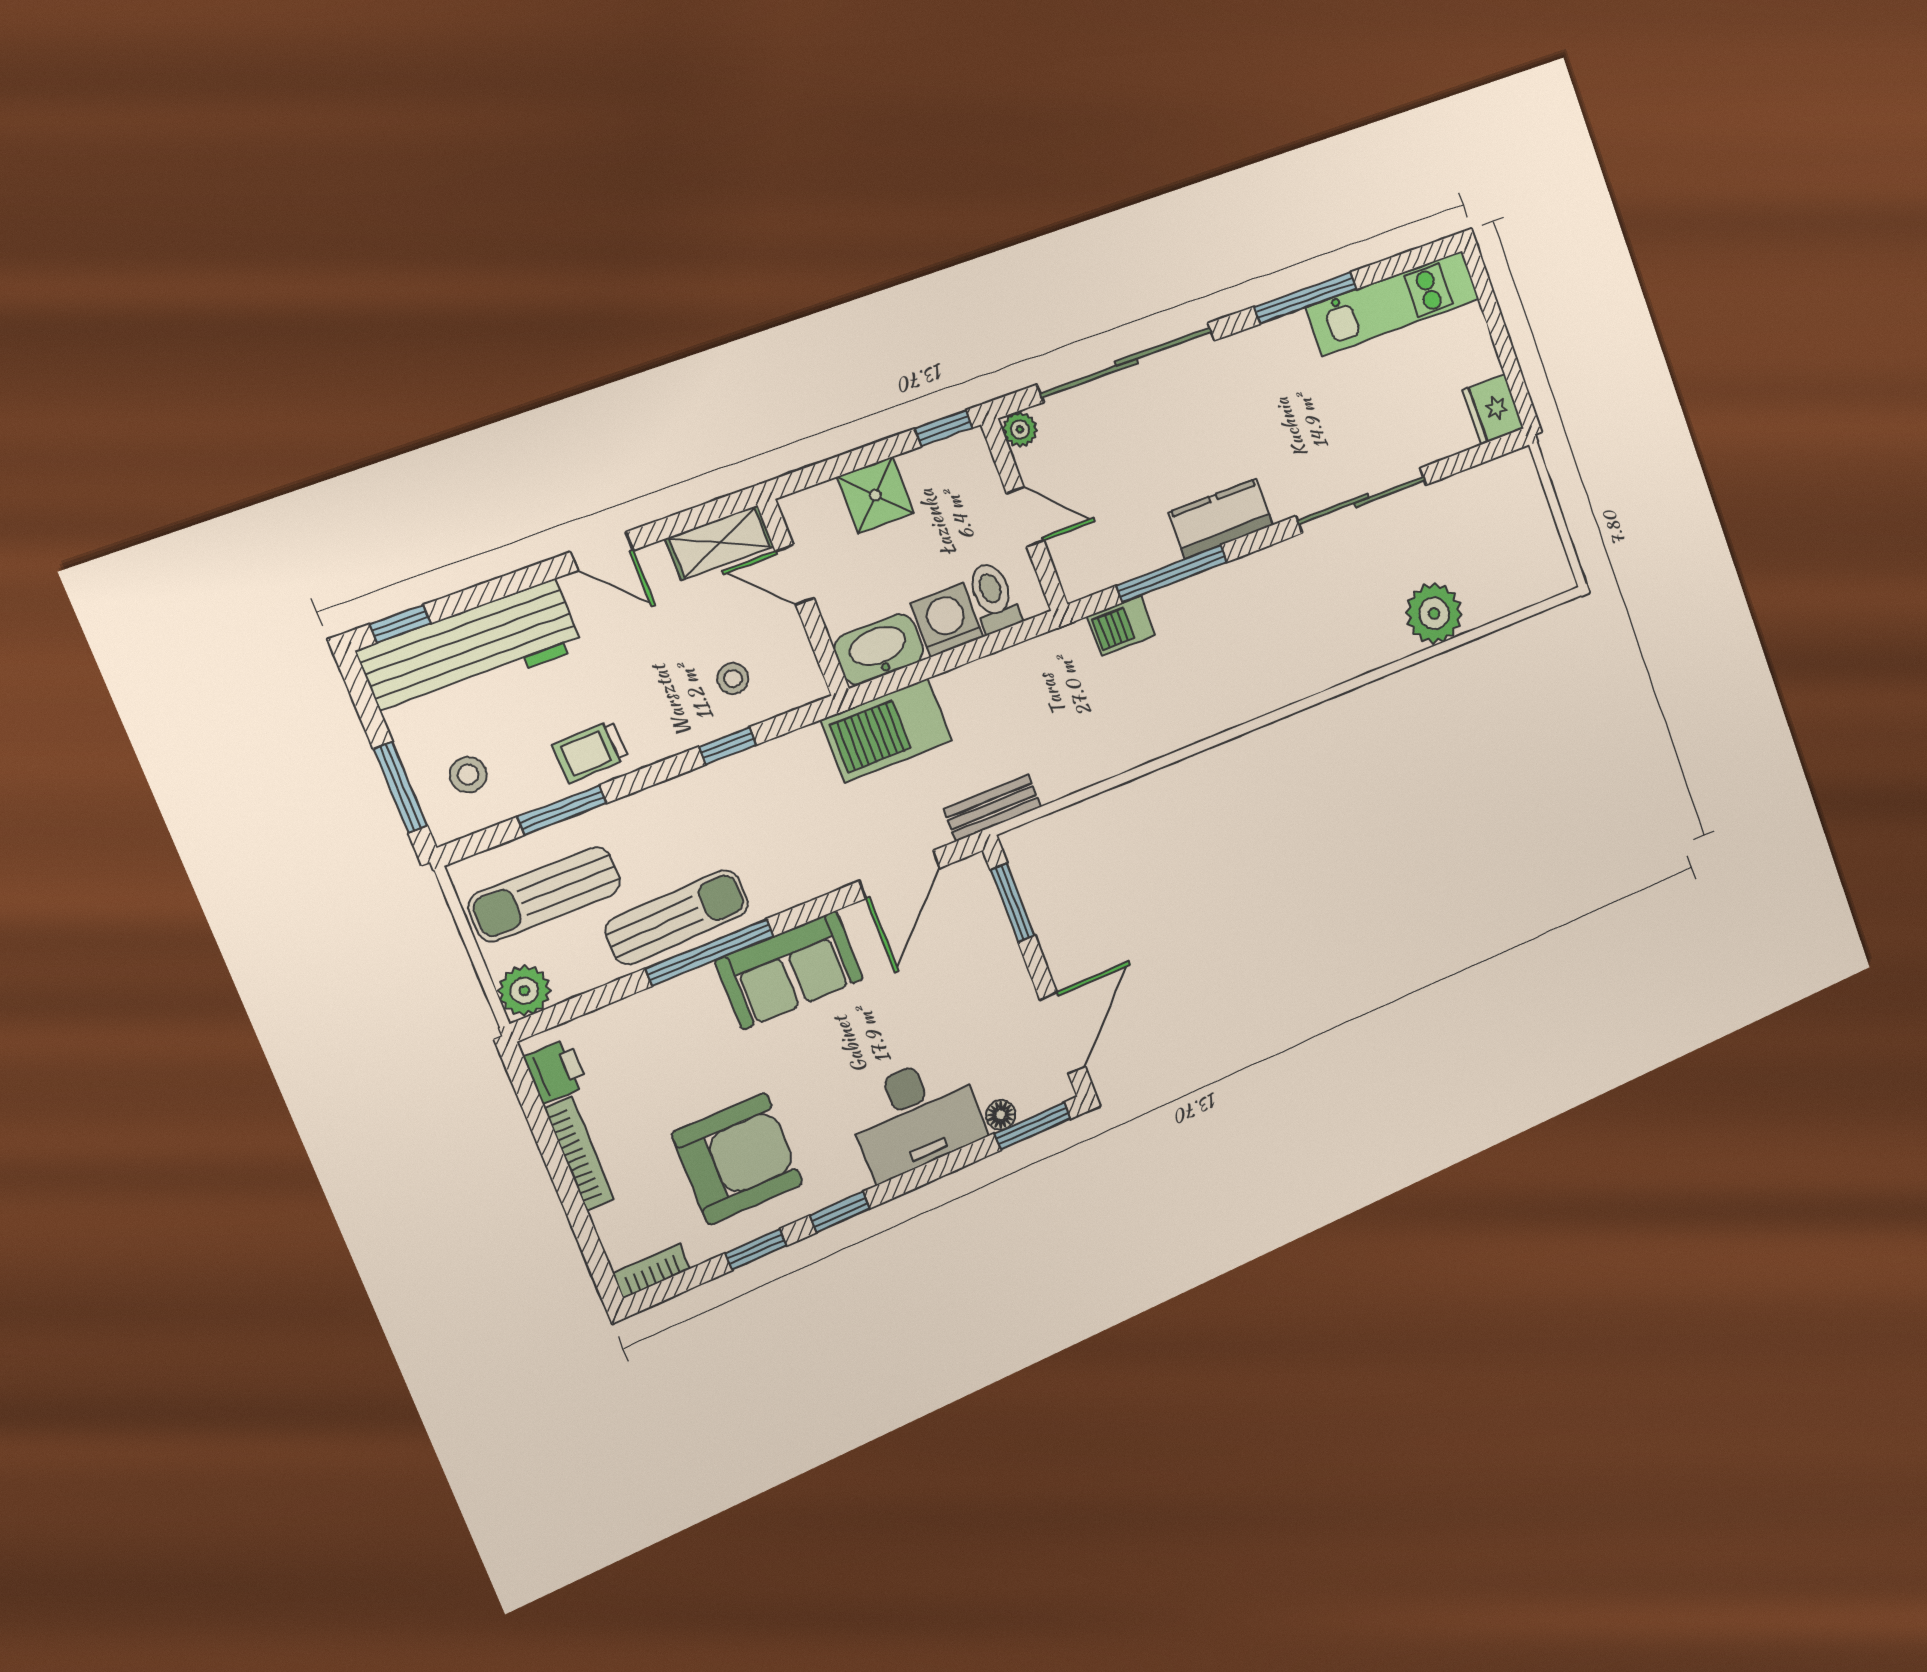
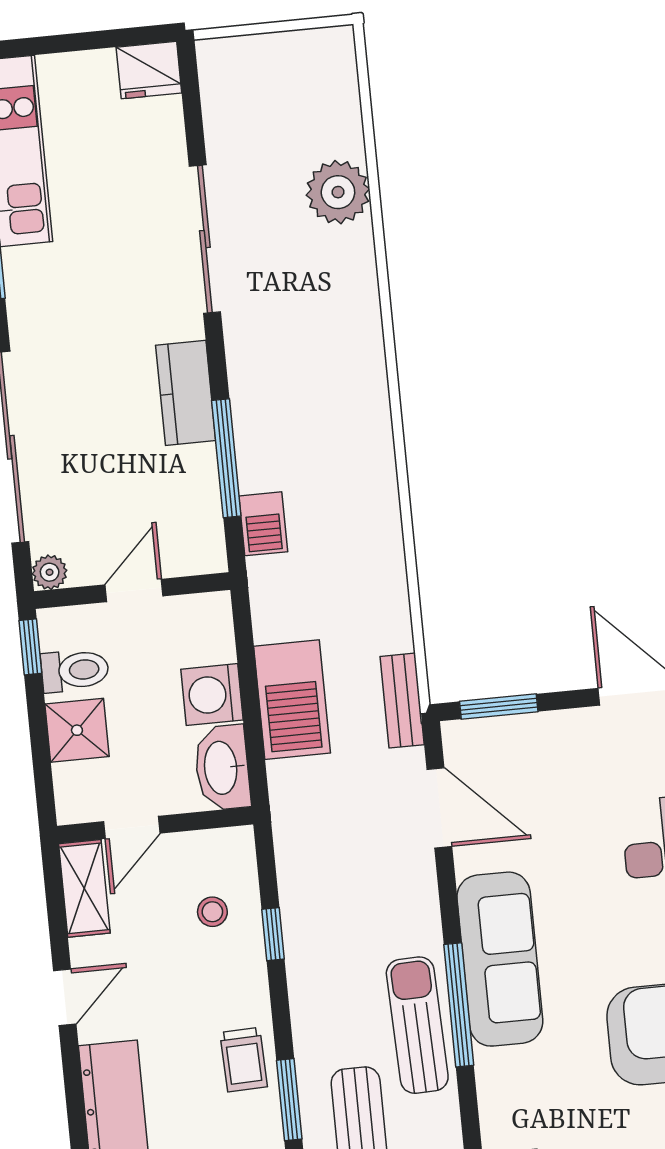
toilet: (993, 597) -> (75, 670), moved, turned 180
barbecue: (887, 730) -> (292, 700), moved
sofa: (789, 970) -> (500, 959), width x1.36

